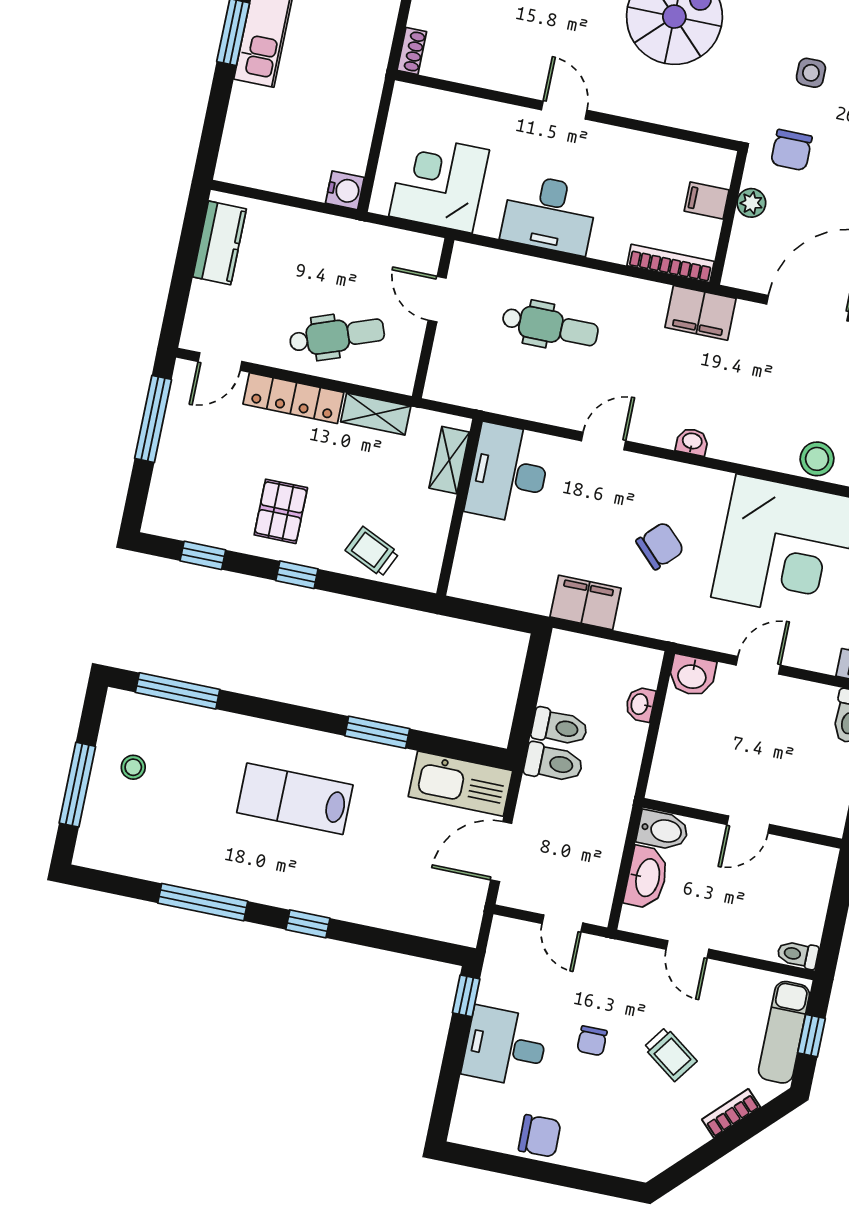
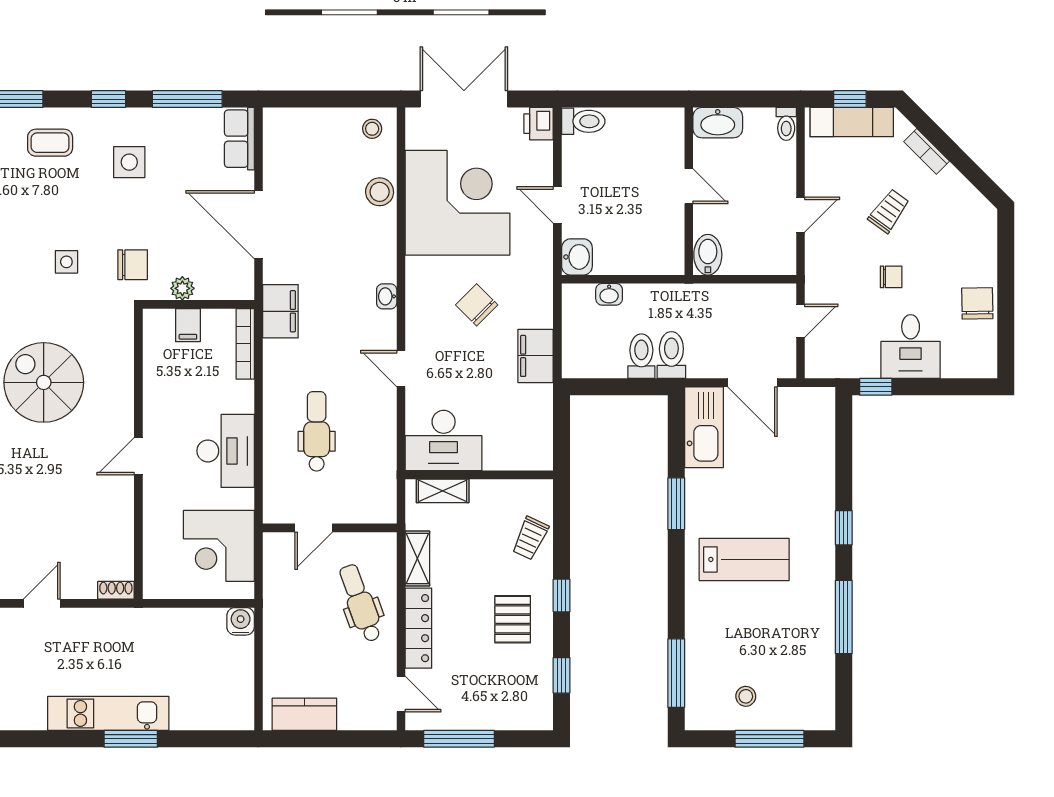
pallet: (281, 511) -> (513, 619), turned 90
lab bench: (295, 799) -> (744, 559), turned -90
washbasin: (647, 877) -> (718, 123), moved, turned 180

